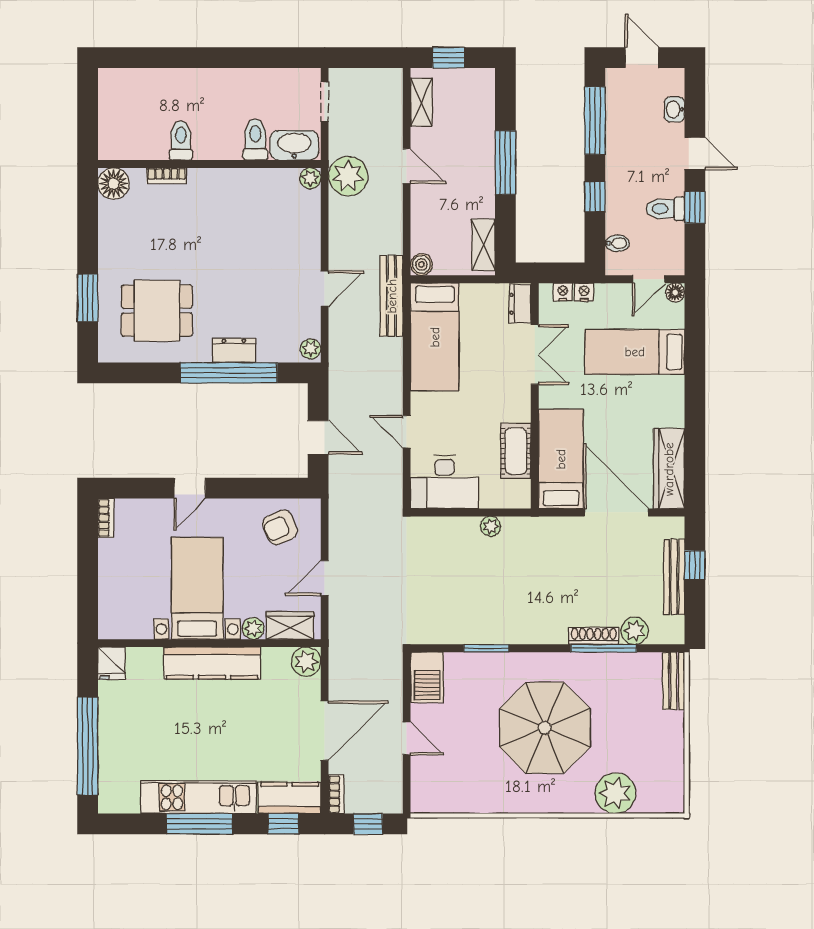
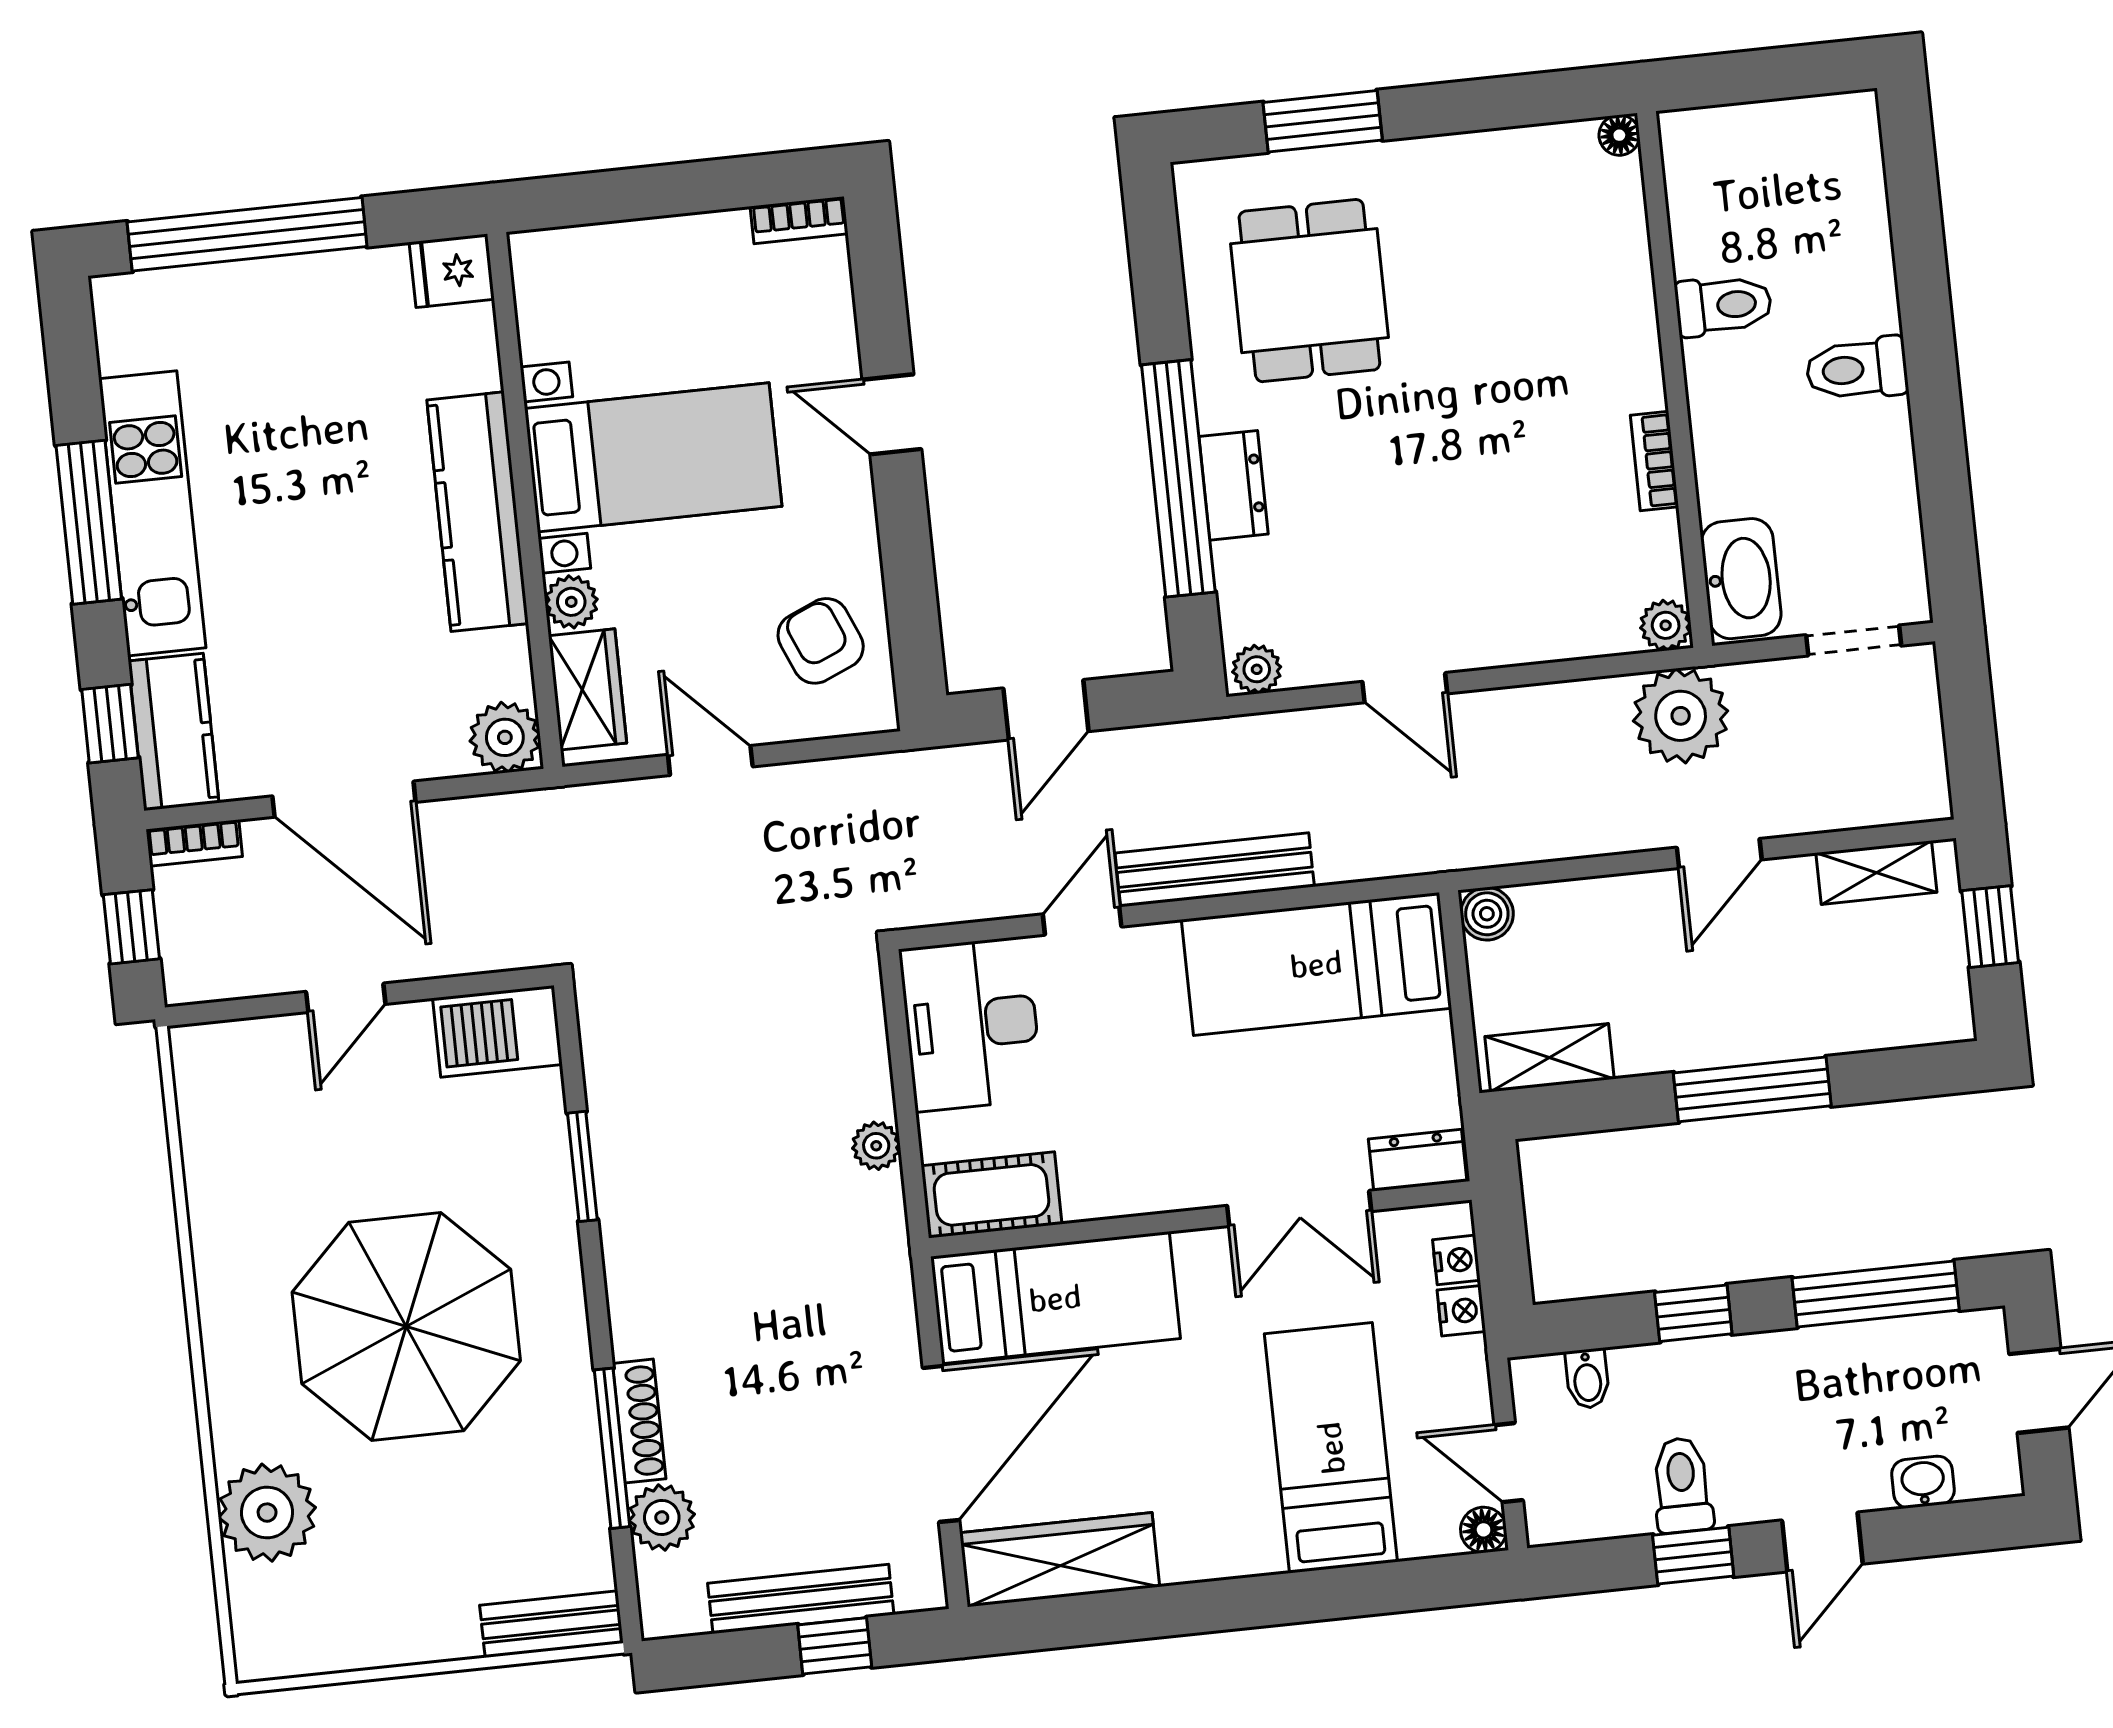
toilet: (255, 140) -> (1857, 369), moved, turned 180
bookcase: (167, 176) -> (1655, 461), moved
floor lamp: (114, 184) -> (1619, 135), width x0.53, depth x0.53
bench: (392, 296) -> (1215, 870), moved
cot: (516, 451) -> (992, 1195), moved

